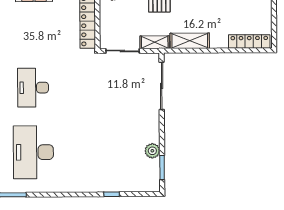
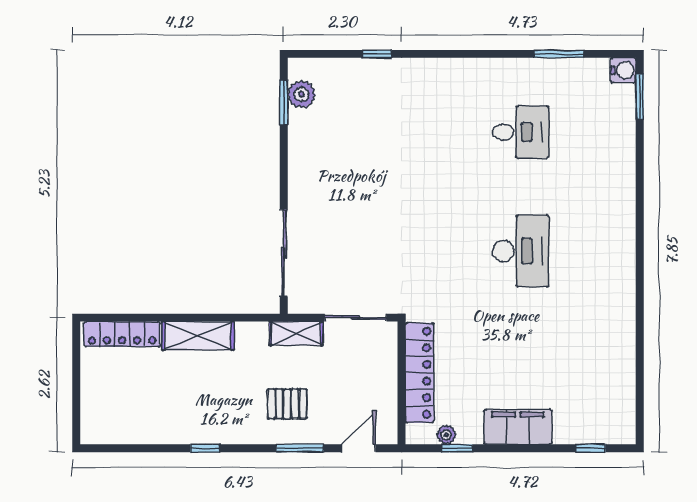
shelving: (190, 41) -> (198, 336), moved
plant: (152, 151) -> (301, 94), moved
desk: (33, 152) -> (521, 132), width x0.53, depth x0.77

